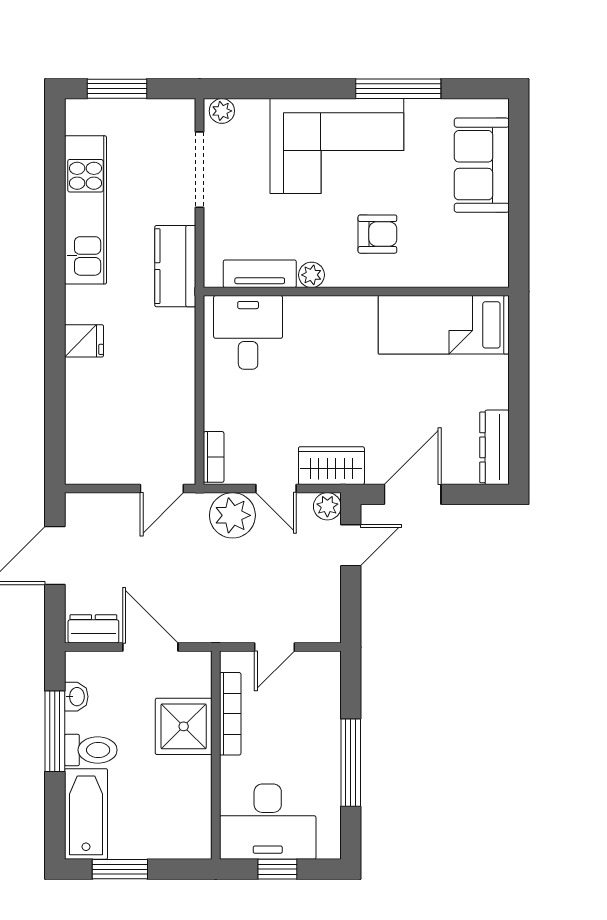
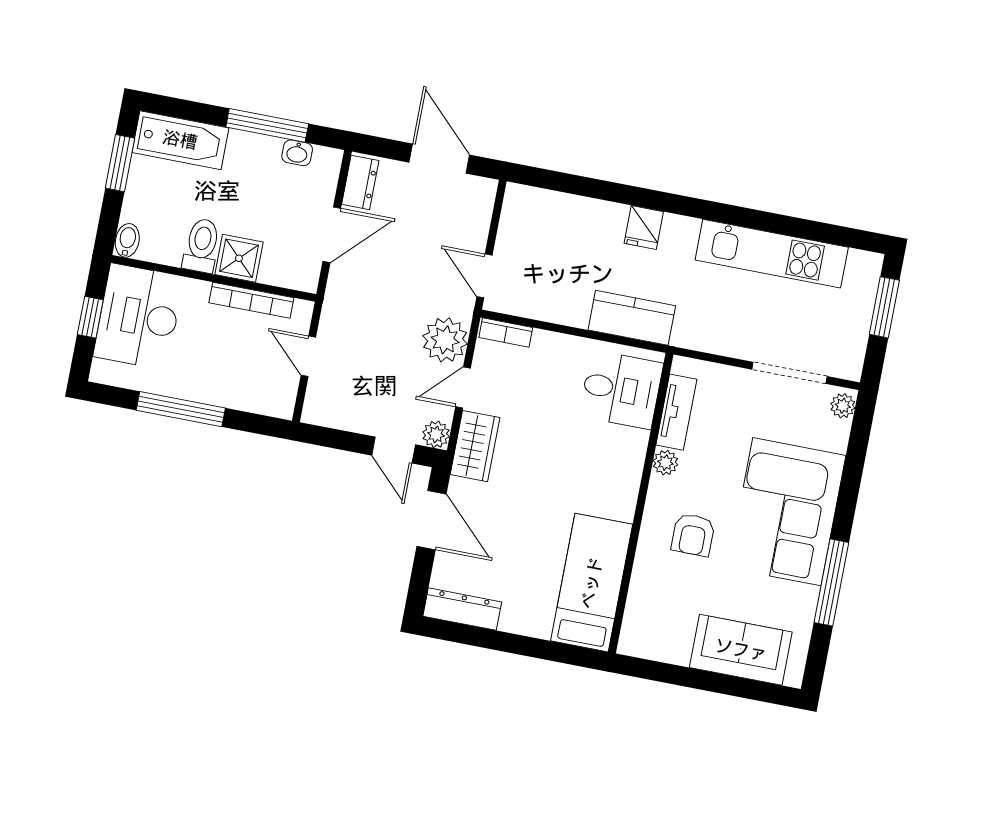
kitchen counter: (175, 266) -> (632, 318), moved
shower: (184, 726) -> (239, 258), width x0.73, depth x0.73
toilet: (91, 750) -> (202, 245), moved, turned 180
bidet: (195, 847) -> (127, 240), added

